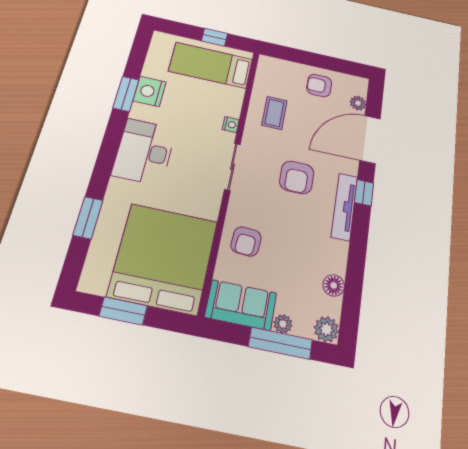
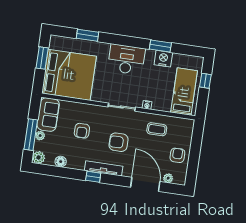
window: (215, 37) -> (205, 81), moved
window: (364, 193) -> (93, 177), moved
armchair: (246, 241) -> (82, 131), moved, turned -94

